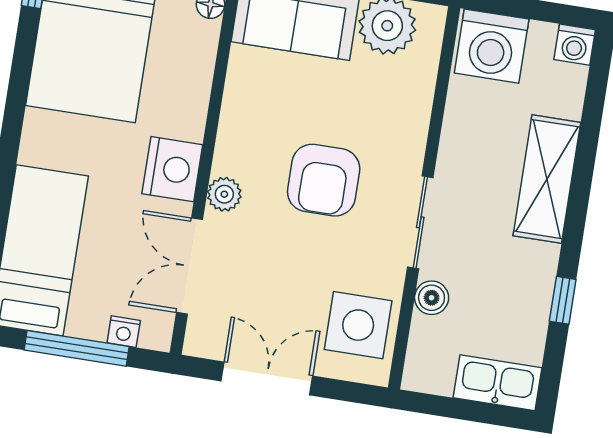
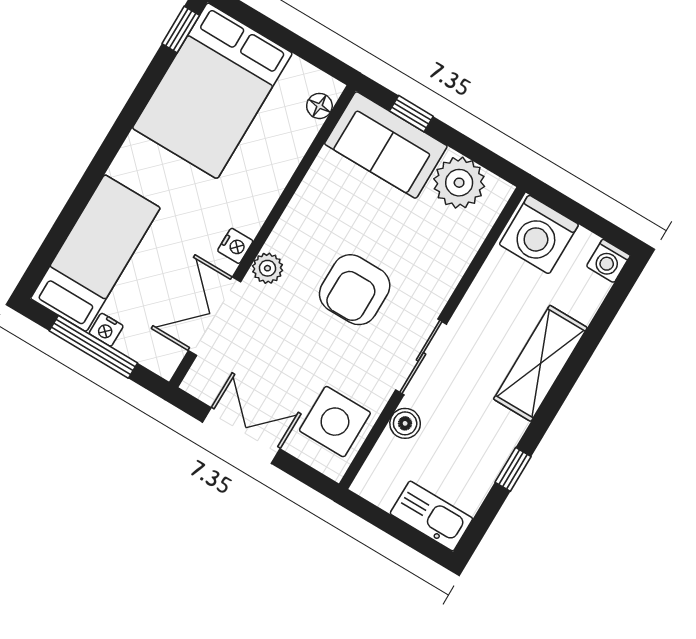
nightstand: (172, 169) -> (235, 246), width x0.53, depth x0.56
nightstand: (124, 332) -> (106, 330), moved

